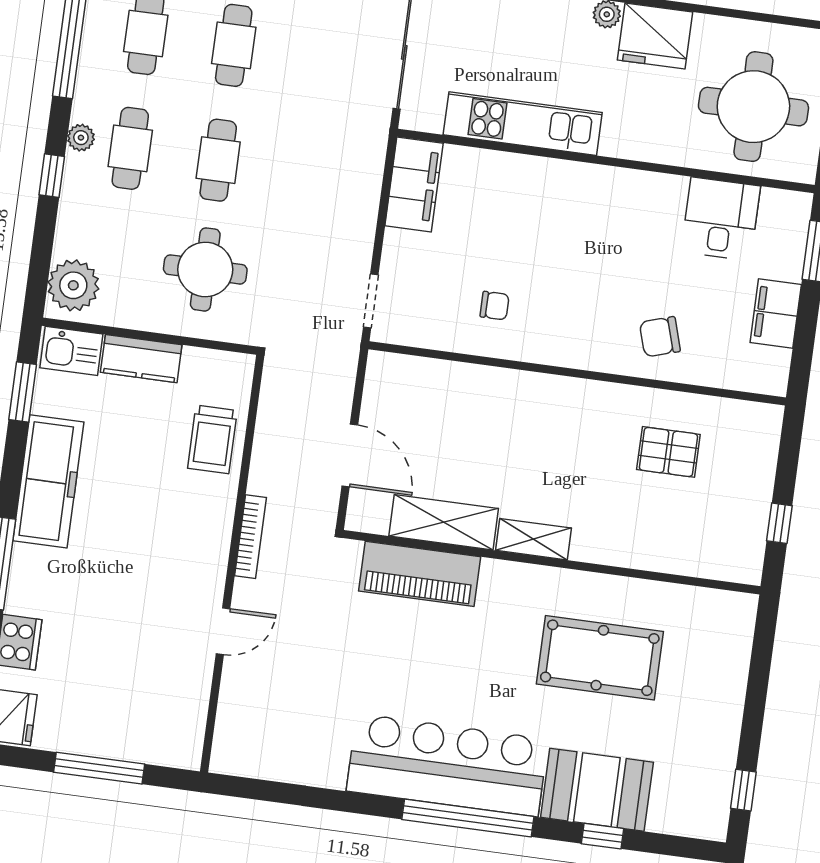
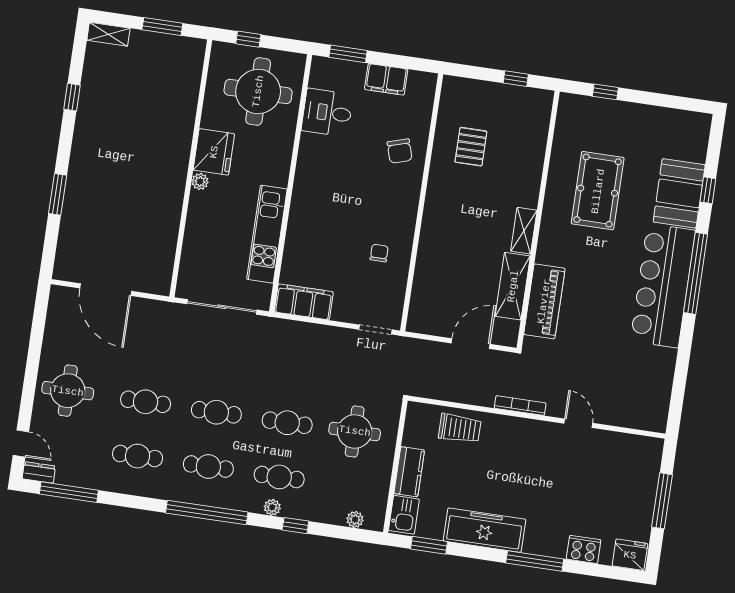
plant: (73, 285) -> (355, 519), width x0.53, depth x0.53
window: (743, 790) -> (605, 92), moved

